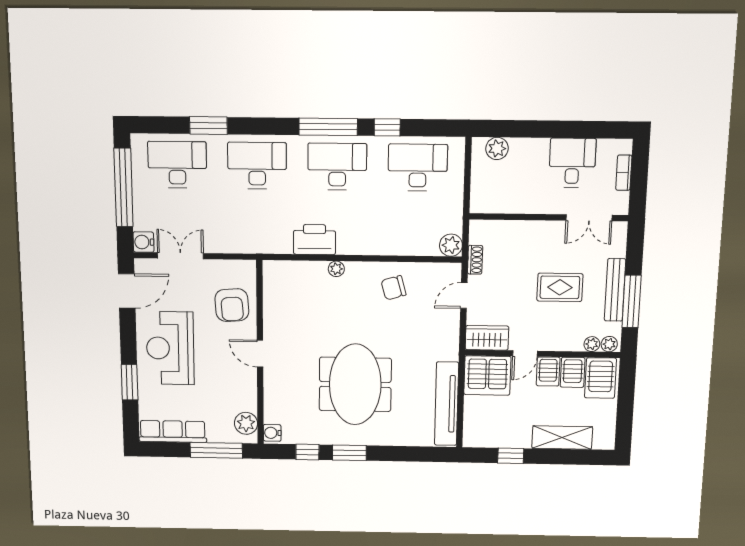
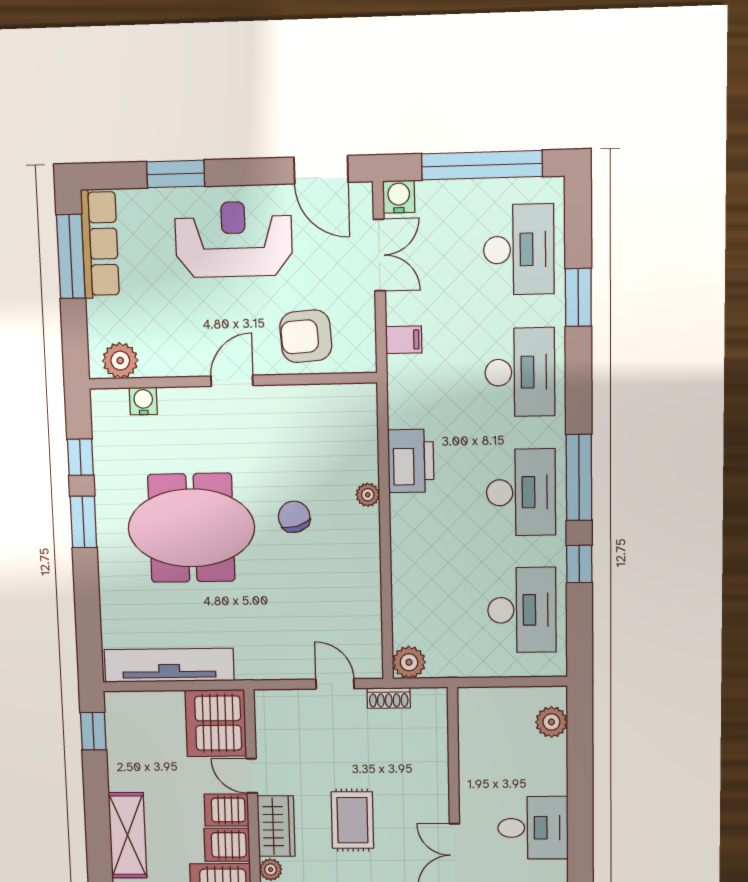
filing cabinet: (235, 242) -> (404, 340), added
chair: (394, 288) -> (294, 517), moved
wardrobe: (487, 338) -> (276, 826), moved
water cooler: (272, 433) -> (143, 401), moved
window: (216, 450) -> (71, 256), moved
window: (511, 456) -> (93, 731), moved

